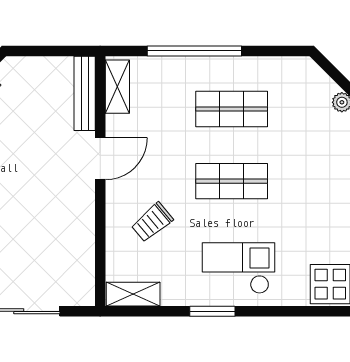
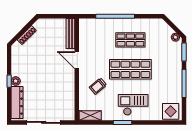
shelving: (117, 87) -> (84, 31), removed
door: (100, 159) -> (77, 60), swing flipped
shop shelf: (232, 181) -> (130, 69), width x1.43, depth x1.36

